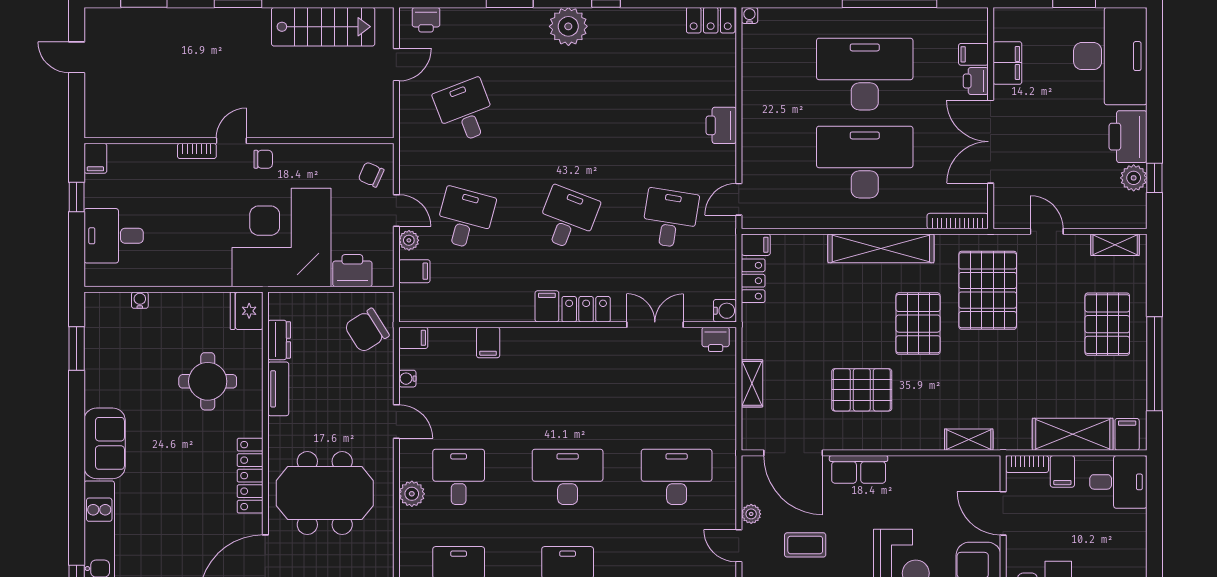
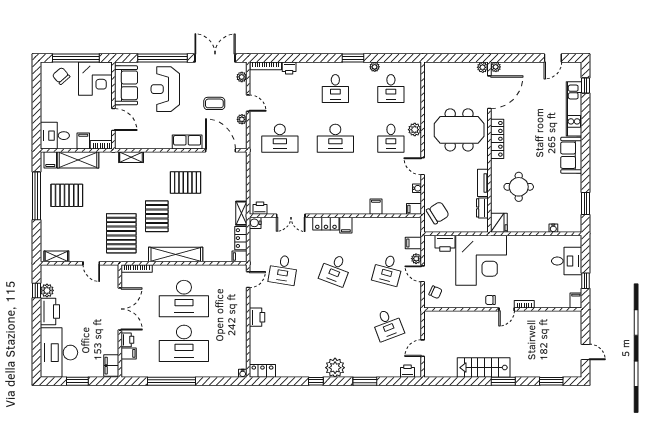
stairs: (323, 27) -> (484, 368), moved
filing cabinet: (1007, 63) -> (111, 366), moved
pallet: (1107, 324) -> (67, 195), moved, turned 90
shelving: (752, 383) -> (241, 213), moved

